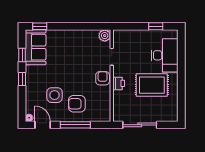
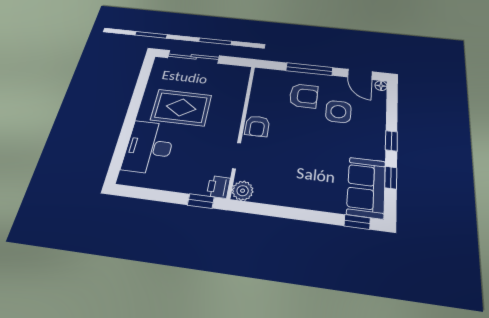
window: (156, 26) -> (201, 201), moved
printer: (119, 83) -> (218, 187), moved
sliding door: (140, 125) -> (194, 57), moved

